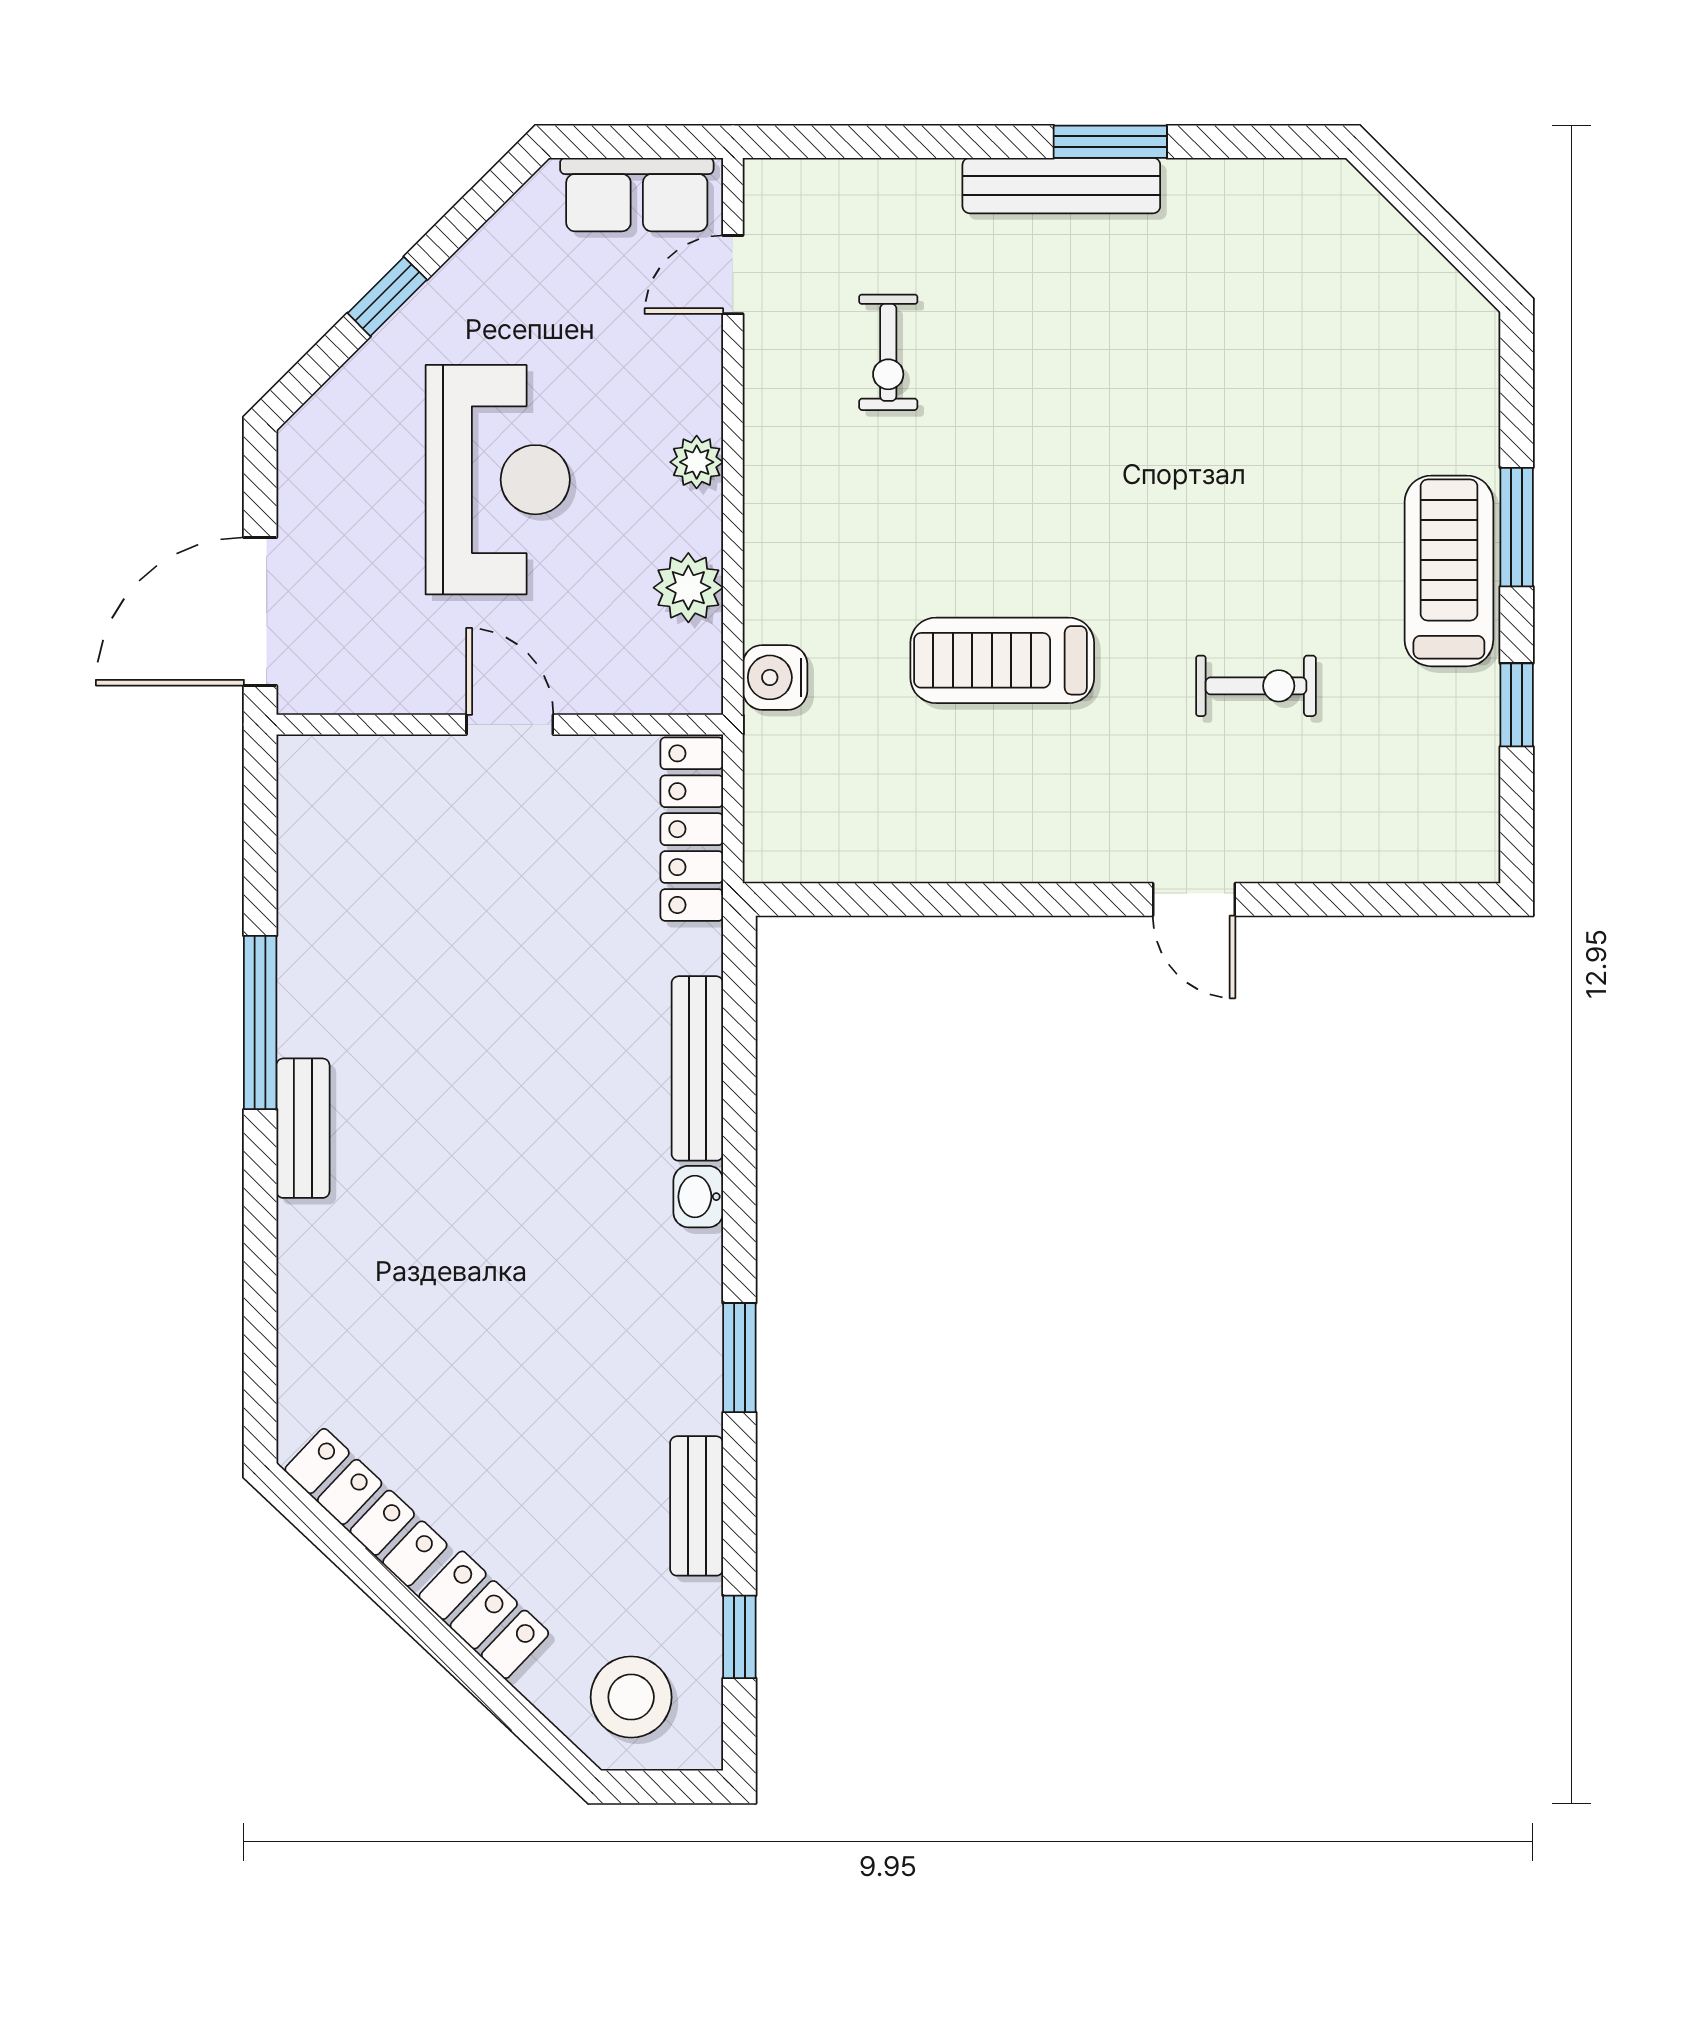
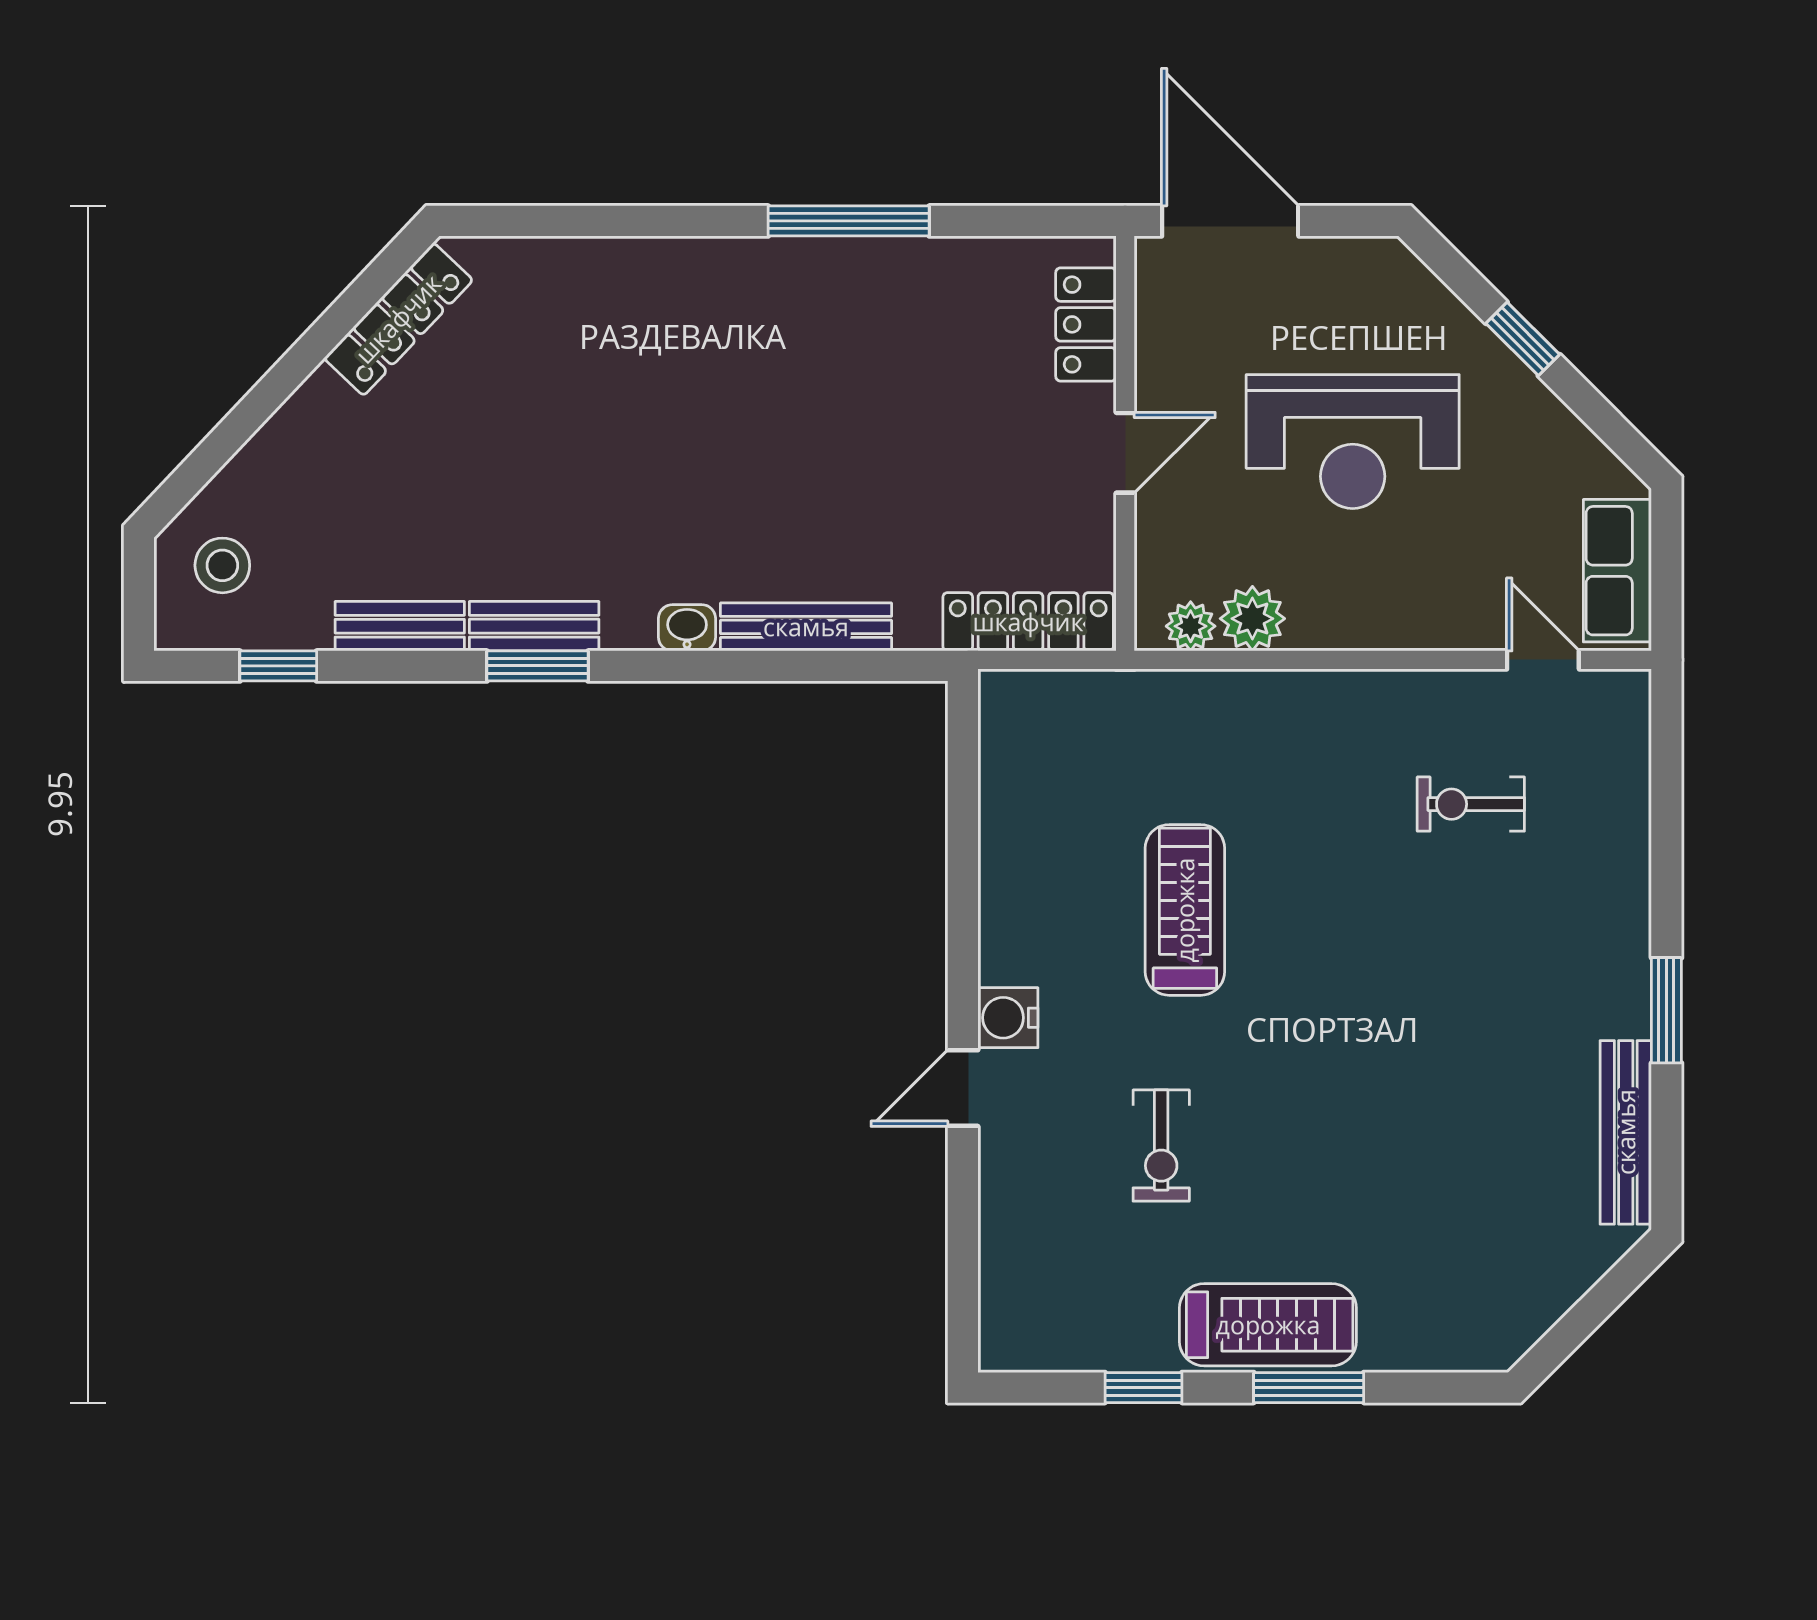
bench: (1061, 186) -> (1626, 1132), moved
plant: (697, 462) -> (1191, 626), moved
water cooler: (775, 677) -> (1008, 1018), moved, turned -90
bench: (303, 1128) -> (534, 626), moved
locker: (484, 1615) -> (1086, 324), moved, turned 137
stool: (631, 1697) -> (222, 565), width x0.73, depth x0.73

